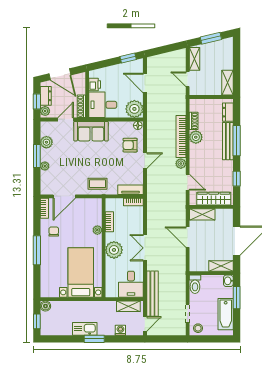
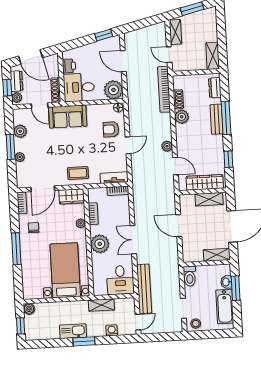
door: (66, 119) -> (40, 105), swing flipped
bookcase: (181, 136) -> (164, 89), moved
bench: (228, 141) -> (217, 119), width x0.73
wardrobe: (90, 205) -> (72, 196), added
shelving: (202, 214) -> (209, 199), moved
washbasin: (228, 281) -> (226, 282), moved
shelving: (128, 306) -> (101, 305), moved

